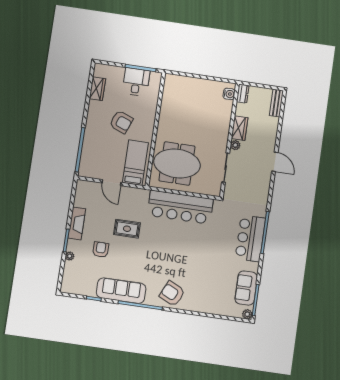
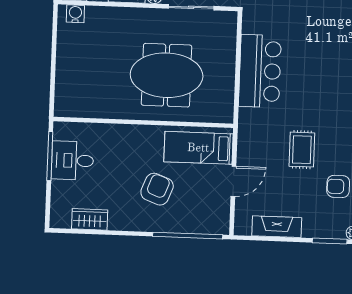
armchair: (121, 122) -> (157, 189), moved
meeting table: (177, 163) -> (167, 75), moved, turned 90
bar counter: (180, 207) -> (260, 71), width x0.73
fireplace: (77, 223) -> (277, 227), moved

